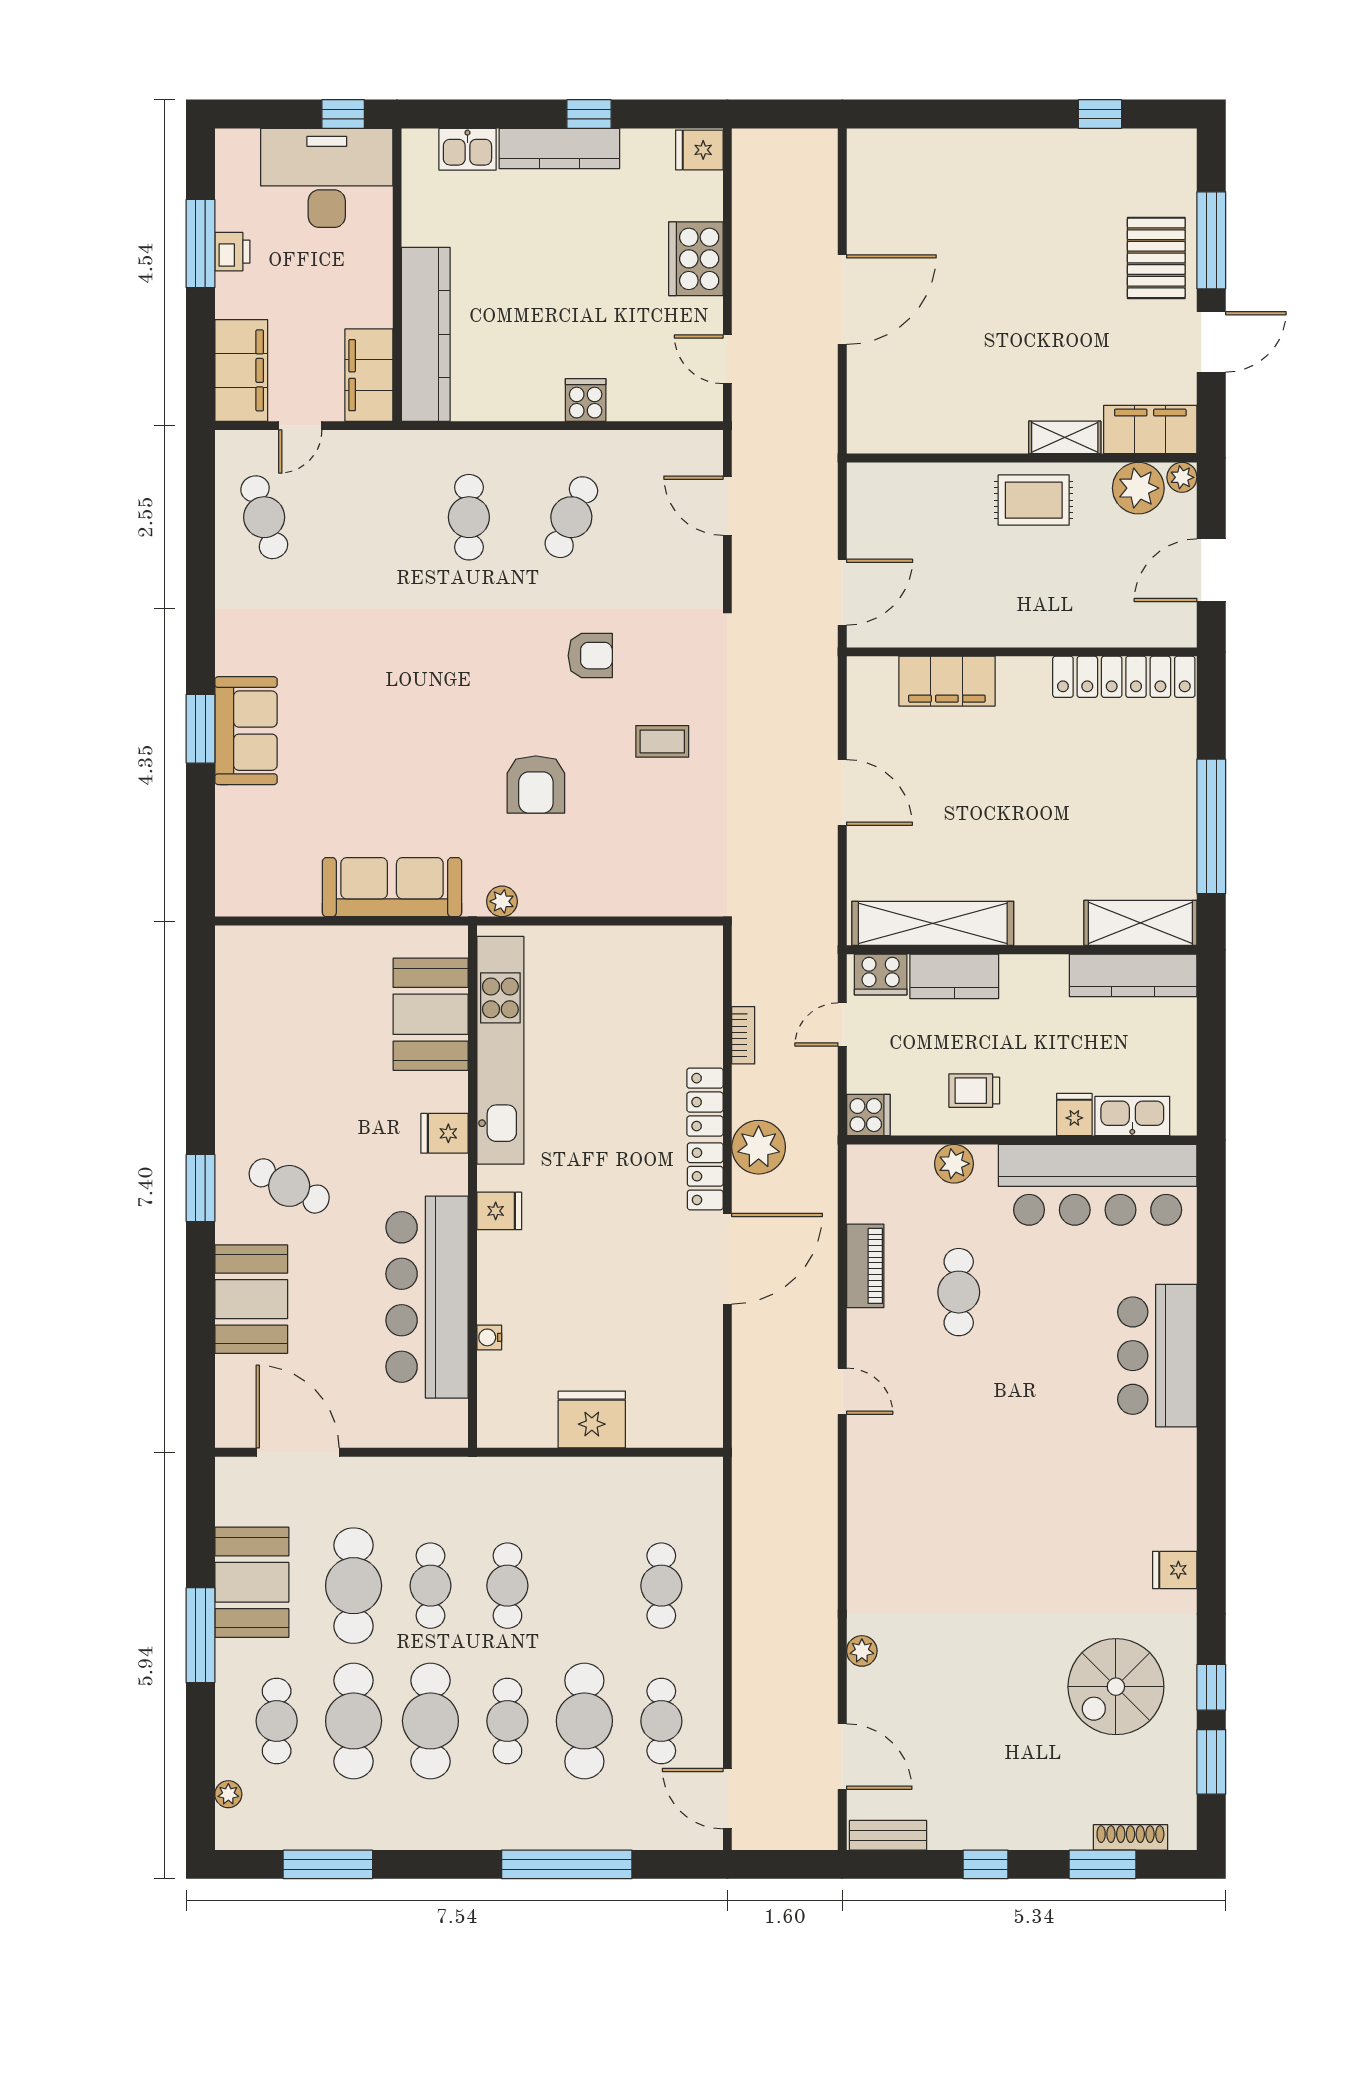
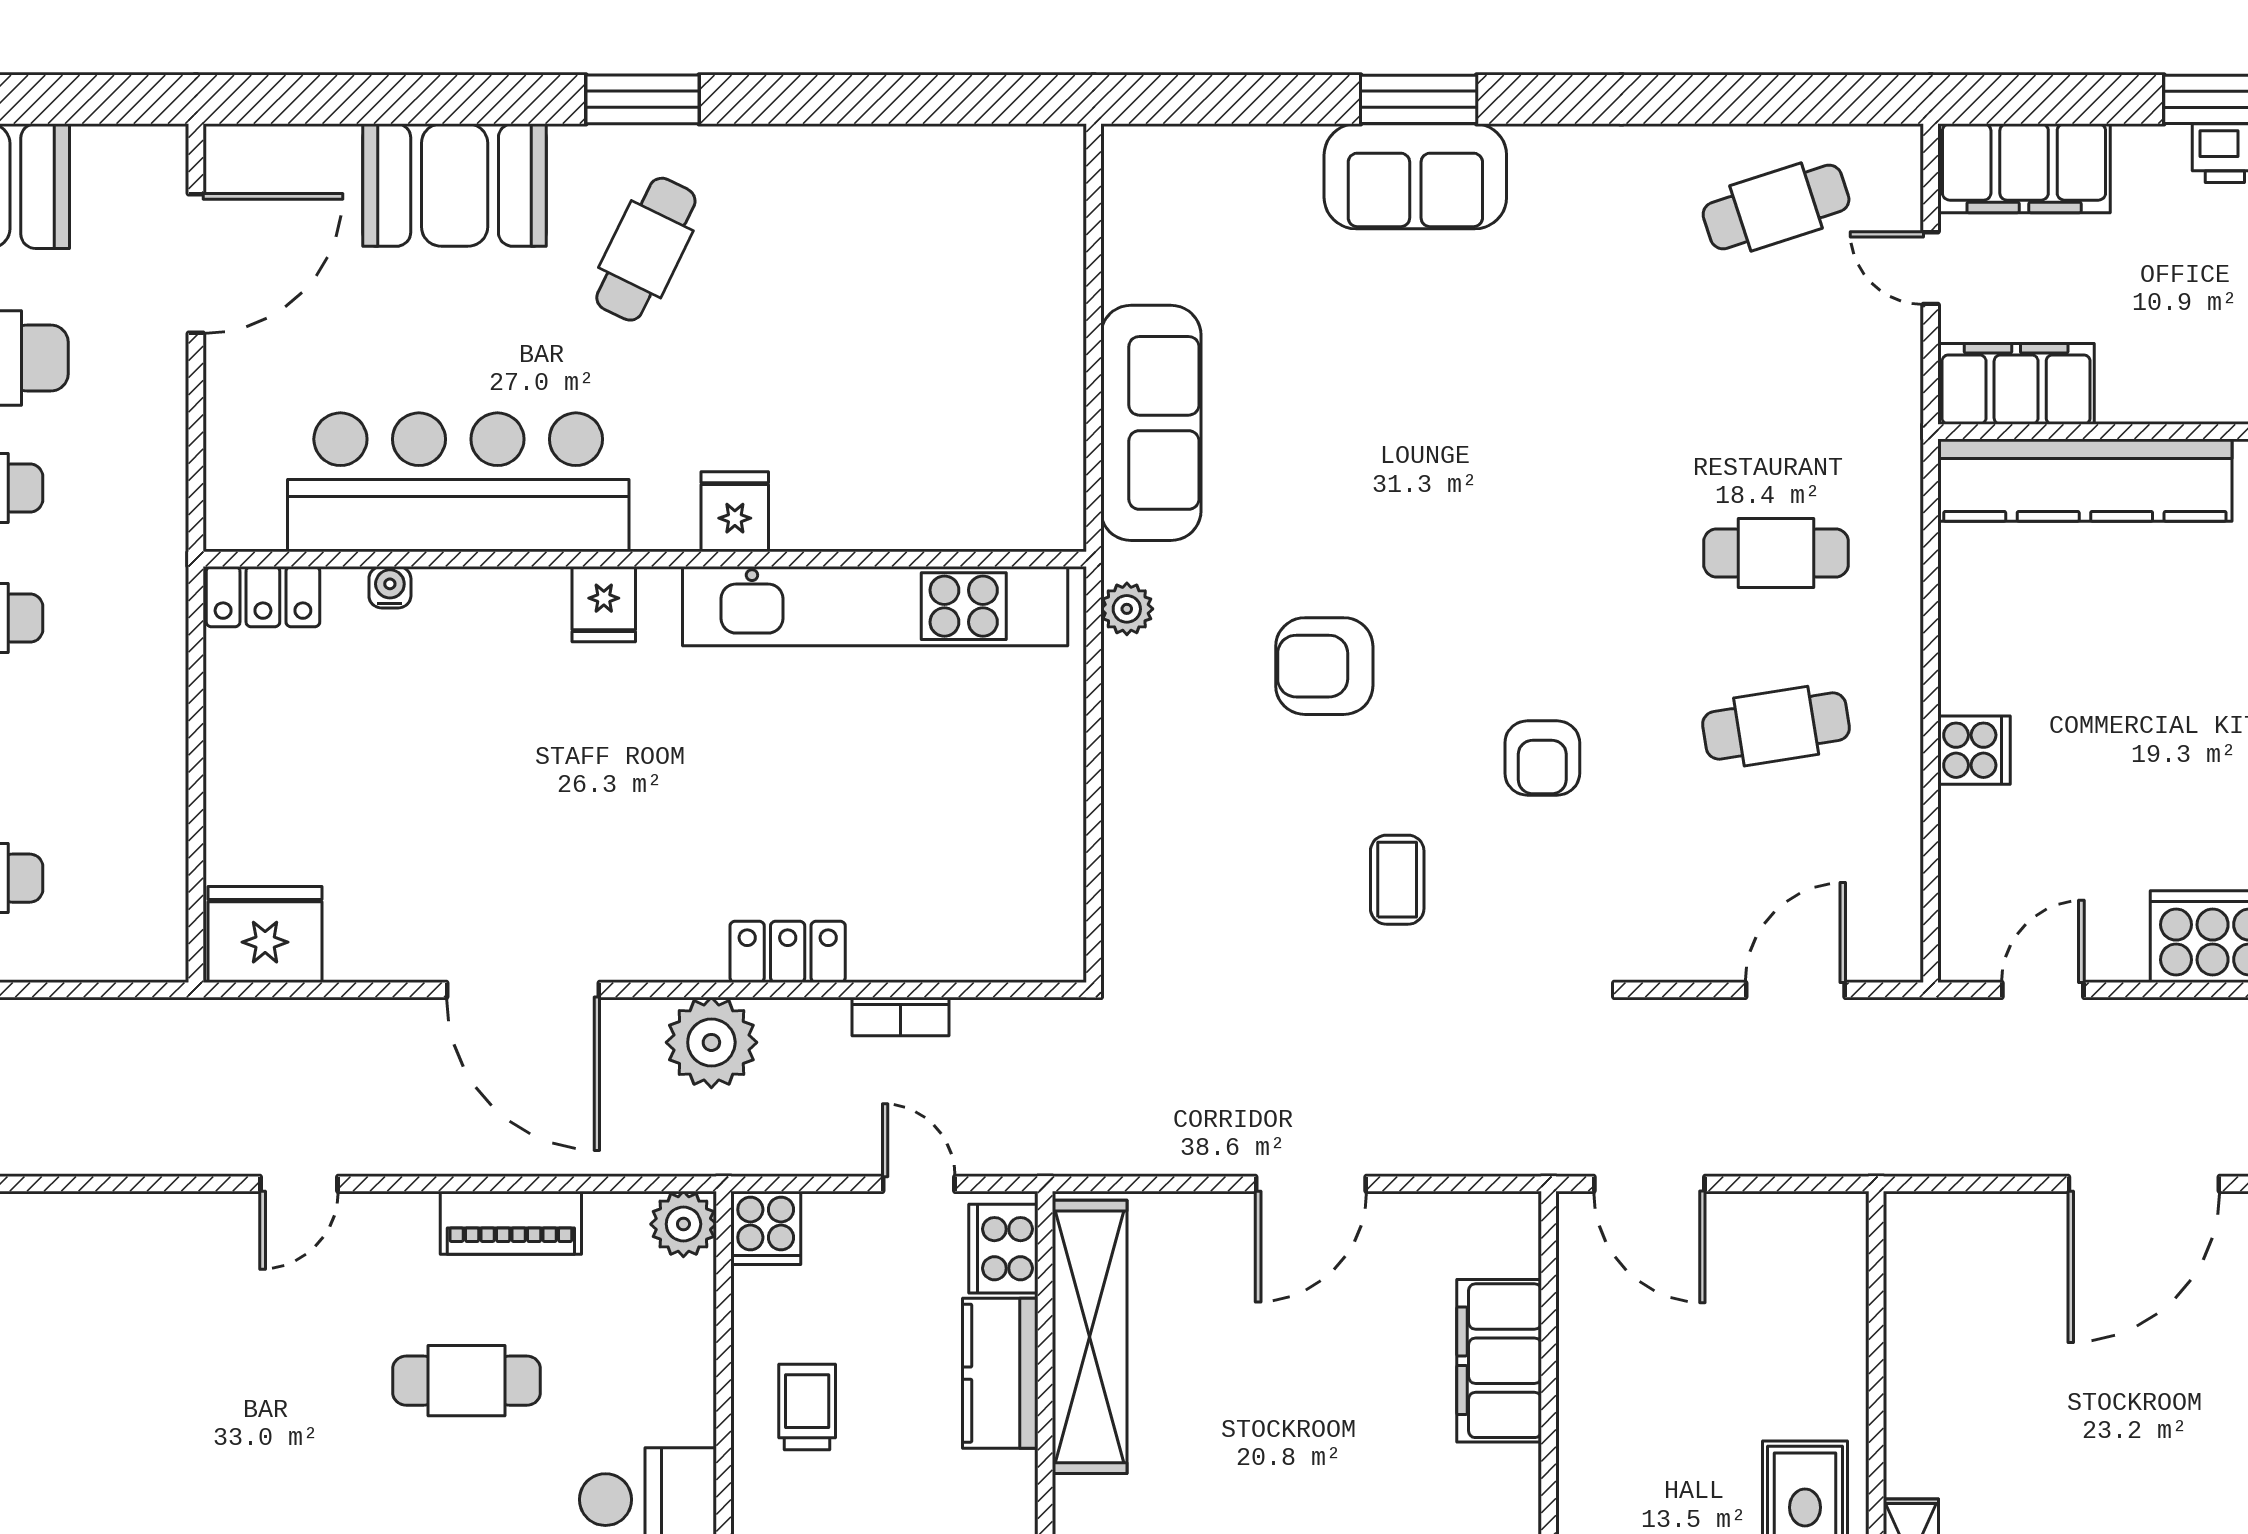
door: (842, 300) -> (2144, 1184), hinge flipped
cafe table: (571, 517) -> (1776, 726), turned -33
booth: (431, 1014) -> (936, 488), removed
plant: (954, 1164) -> (683, 1224), moved
locker: (705, 1176) -> (263, 597), moved, turned 180
fridge: (592, 1420) -> (265, 934), moved, turned -90

